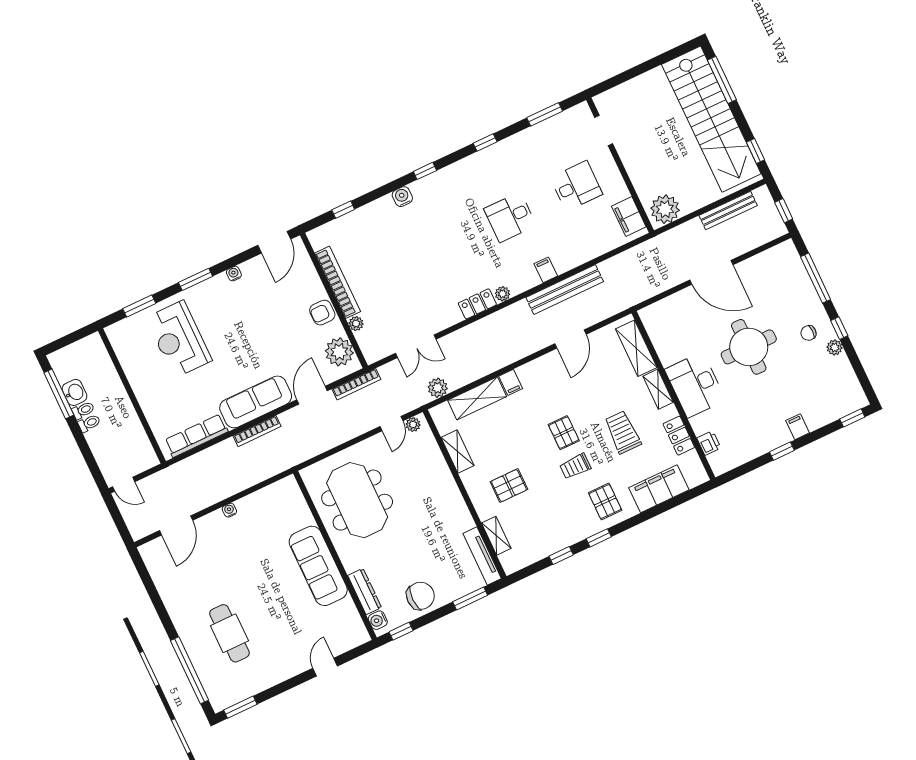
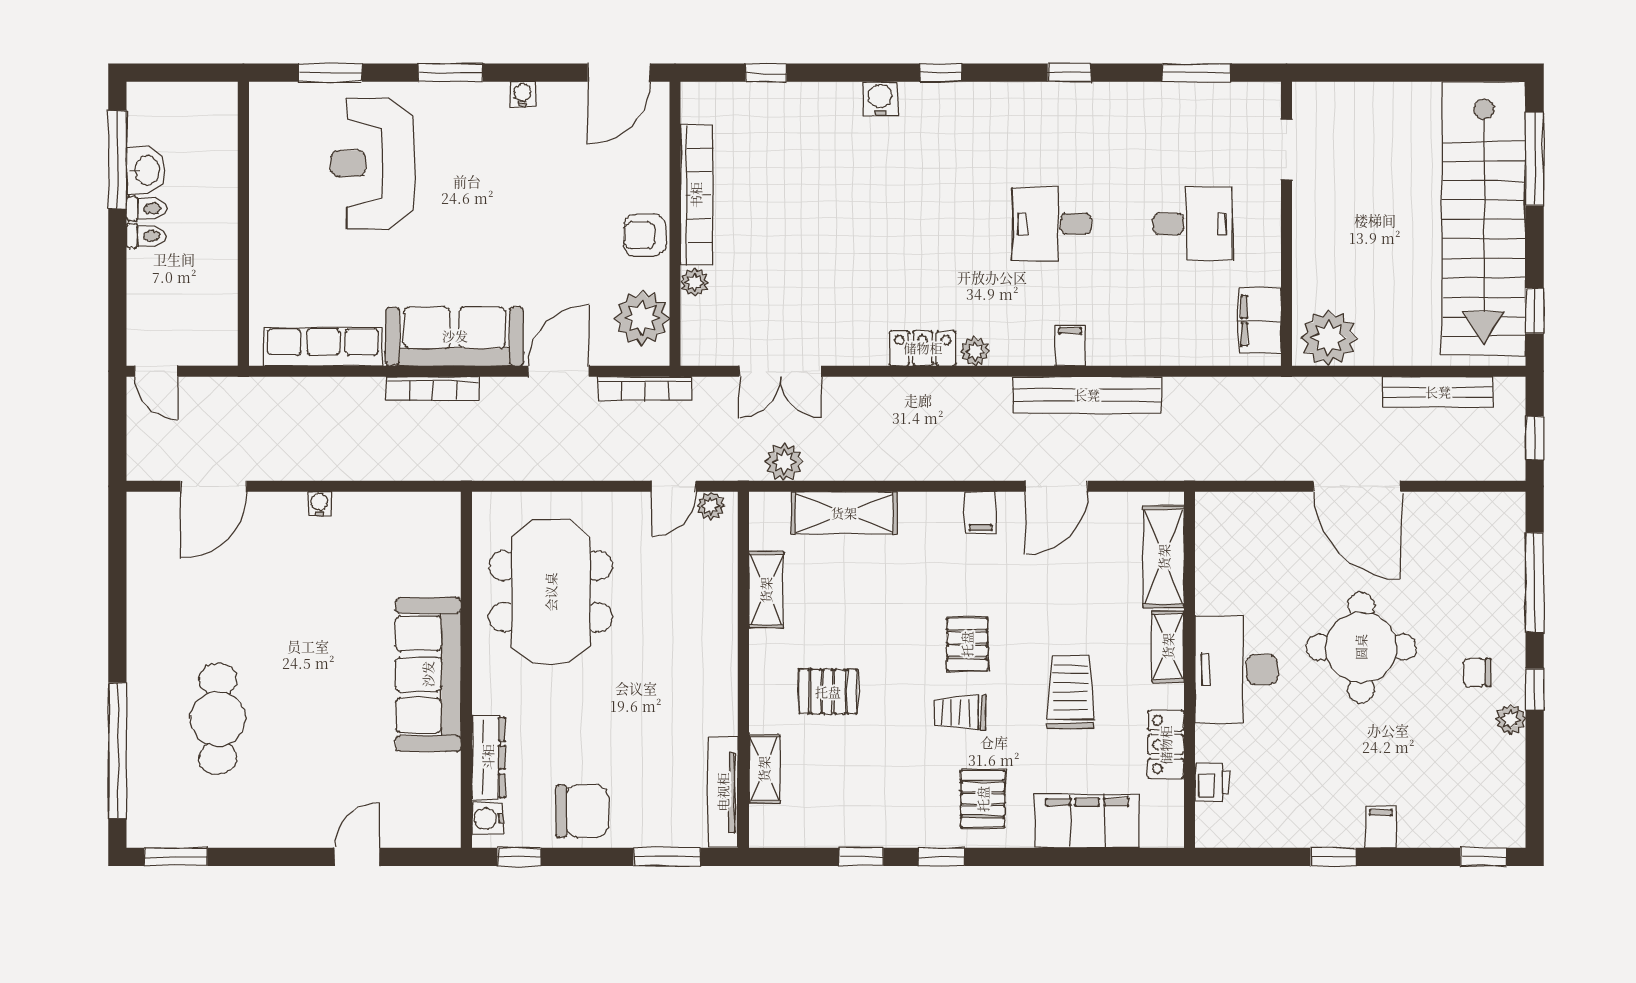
filing cabinet: (511, 382) -> (981, 513), moved

